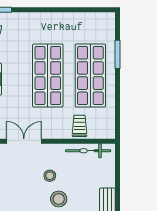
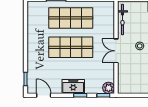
trolley: (80, 126) -> (105, 25), removed
double door: (24, 141) -> (116, 51), moved

